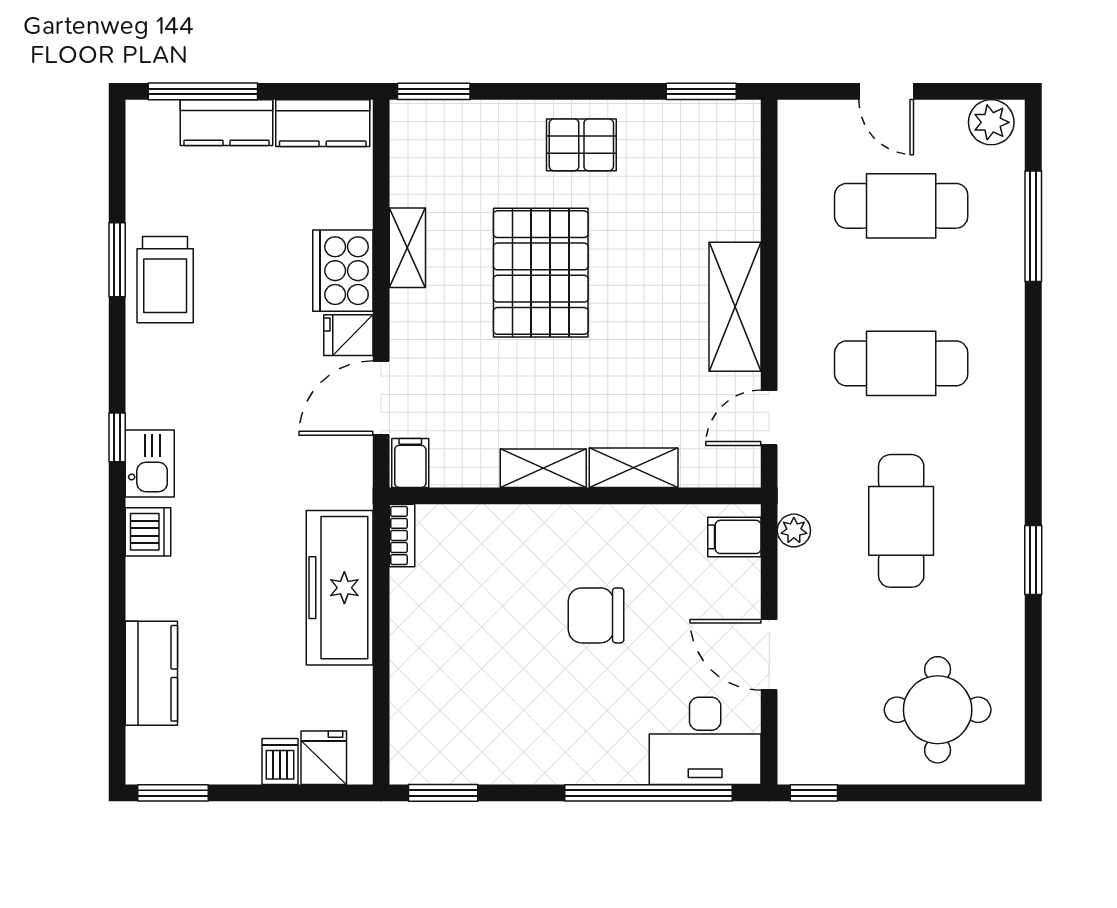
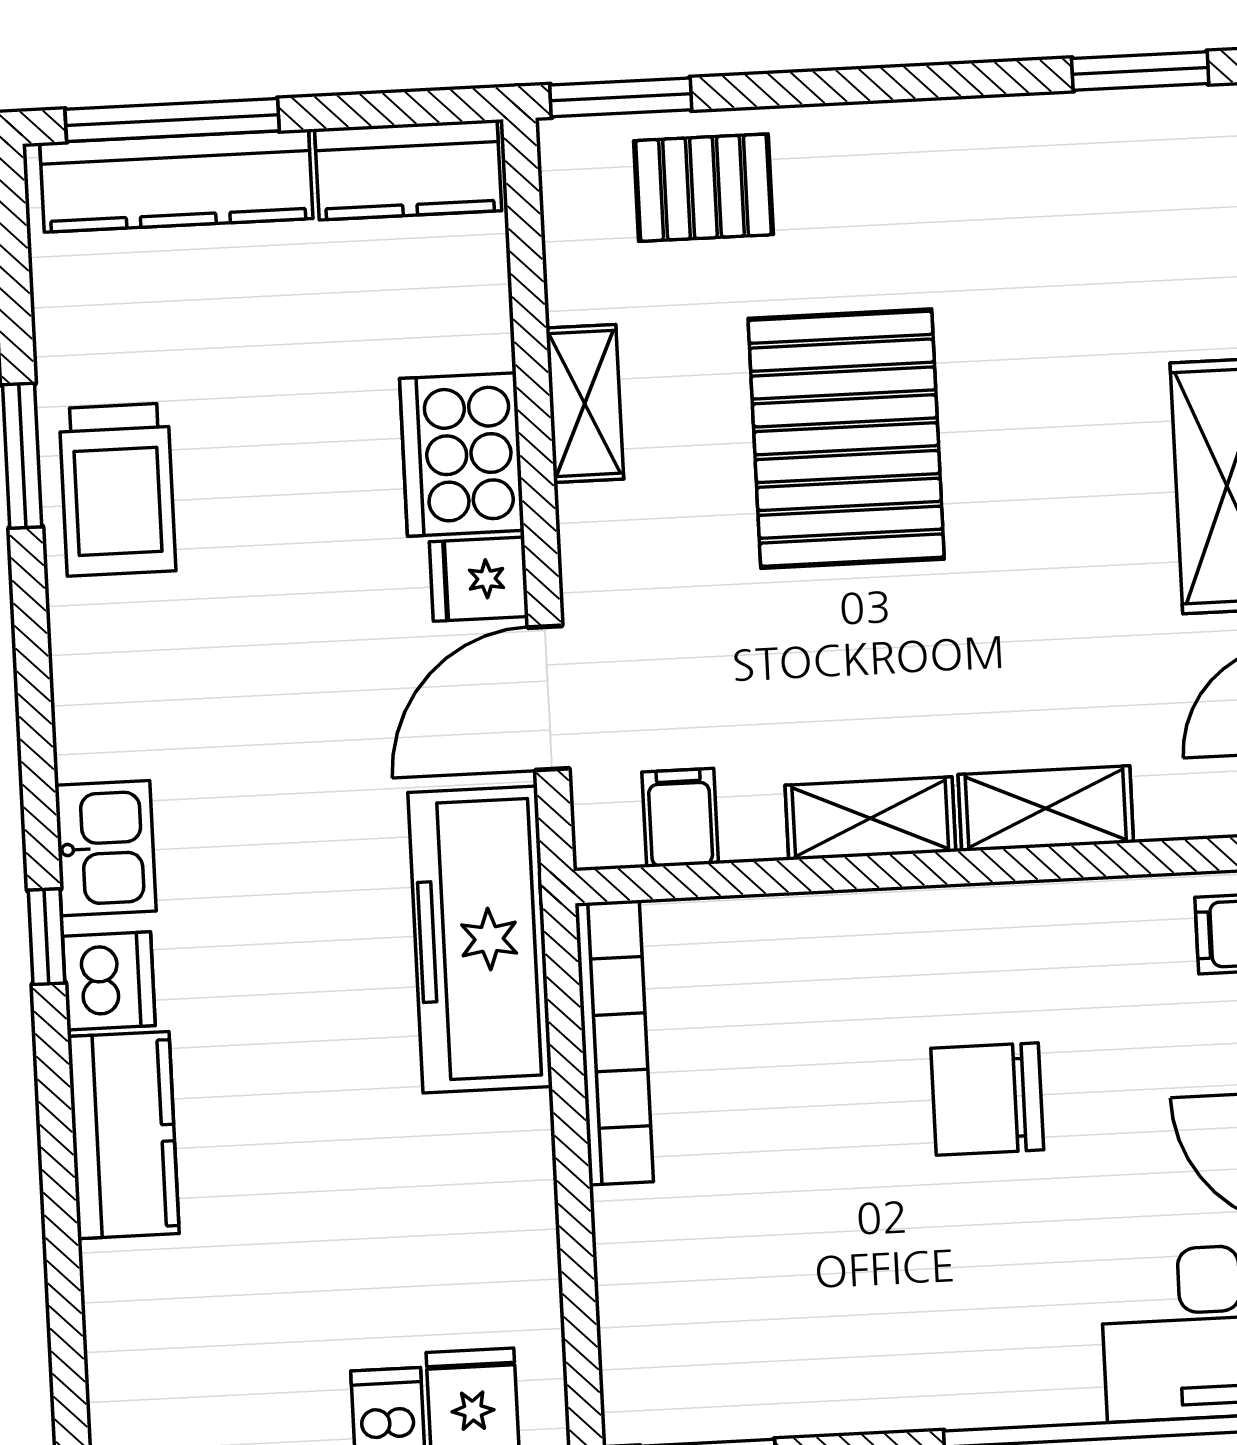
kitchen counter: (226, 123) -> (176, 181), width x1.50
pallet: (581, 145) -> (703, 188), moved
window: (117, 437) -> (46, 937), moved
filing cabinet: (410, 463) -> (680, 818), moved
bookcase: (402, 535) -> (614, 1043), width x2.31, depth x1.31
freezer: (340, 588) -> (480, 939), moved
kitchen counter: (151, 673) -> (123, 1135), moved

